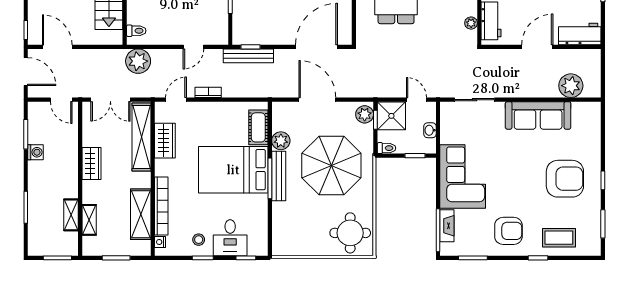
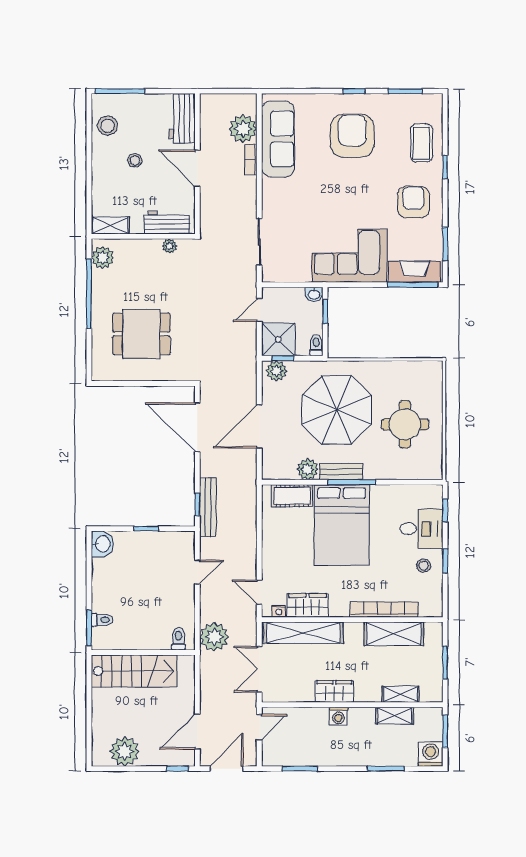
door: (193, 47) -> (197, 572), hinge flipped
bookcase: (208, 92) -> (251, 160), moved
double door: (110, 100) -> (259, 669), swing flipped
sofa: (538, 115) -> (278, 139), moved
washbasin: (430, 130) -> (314, 294), moved
washing machine: (35, 152) -> (338, 716), moved, turned 180
bench: (279, 176) -> (341, 472), width x0.73
fireplace: (447, 226) -> (414, 272), width x1.37, depth x1.32
round table: (350, 233) -> (405, 424), moved
nightstand: (160, 242) -> (279, 611), moved
washing machine: (38, 246) -> (431, 754), added

